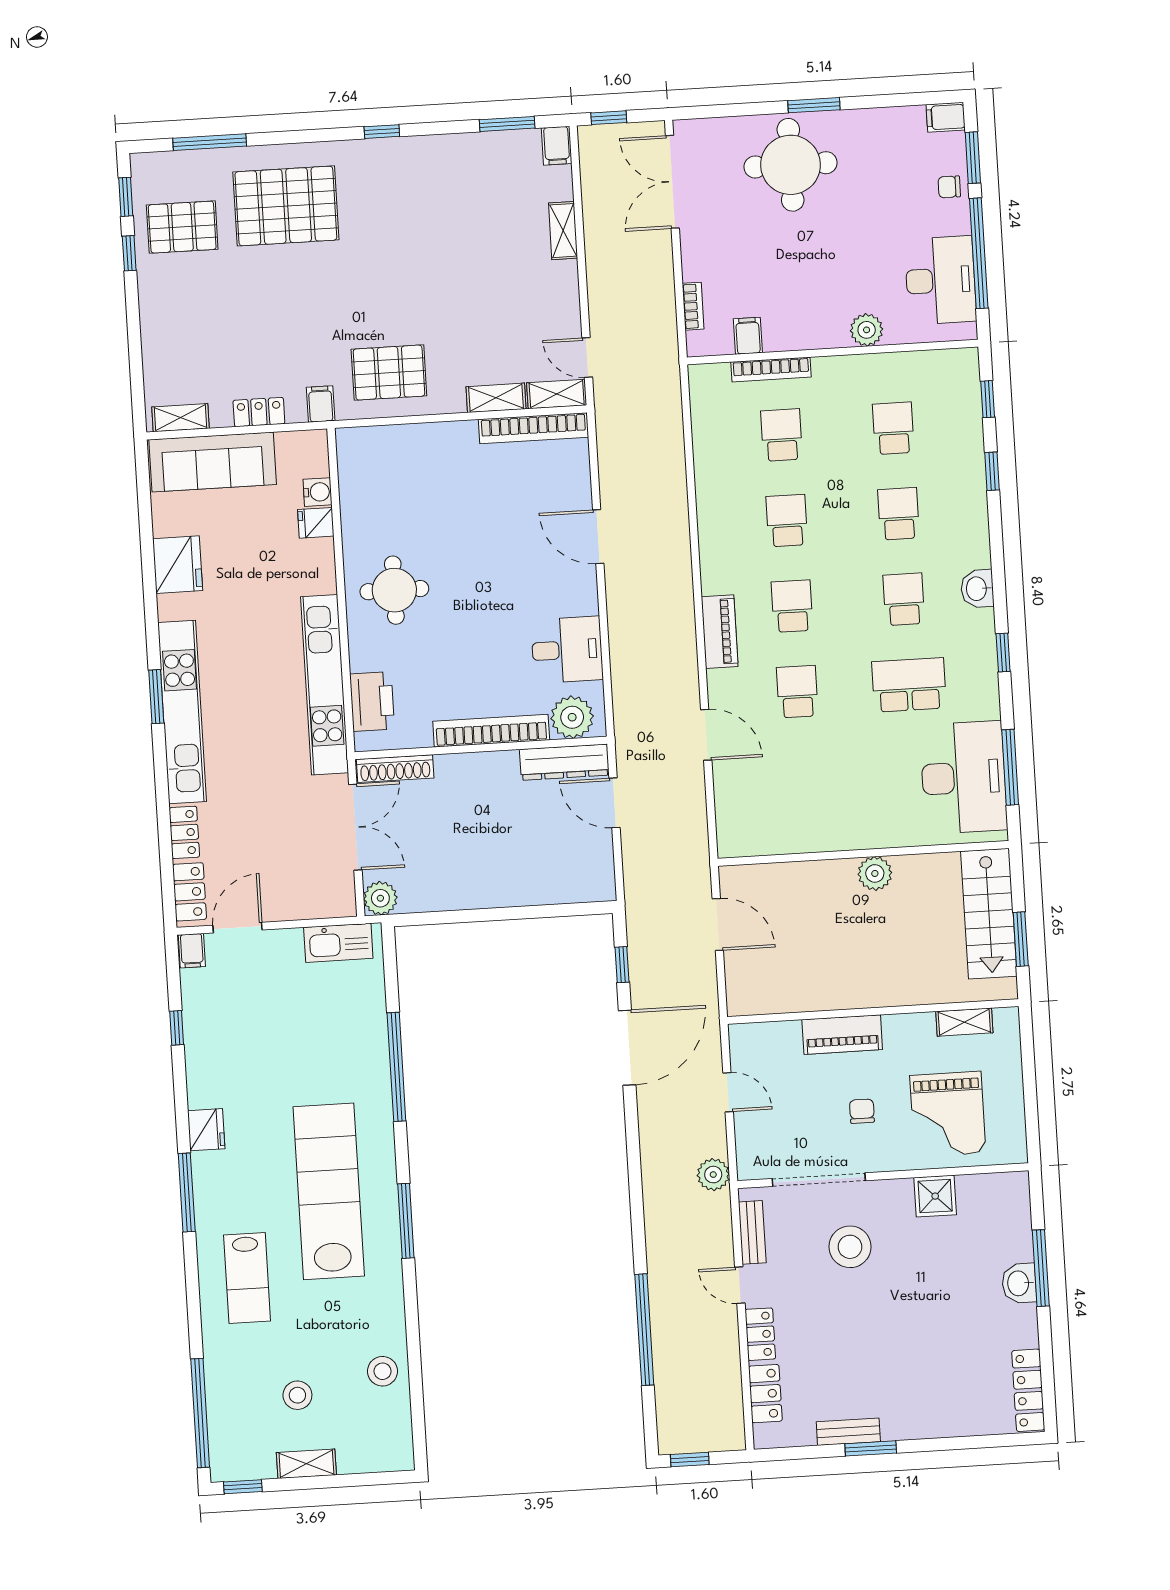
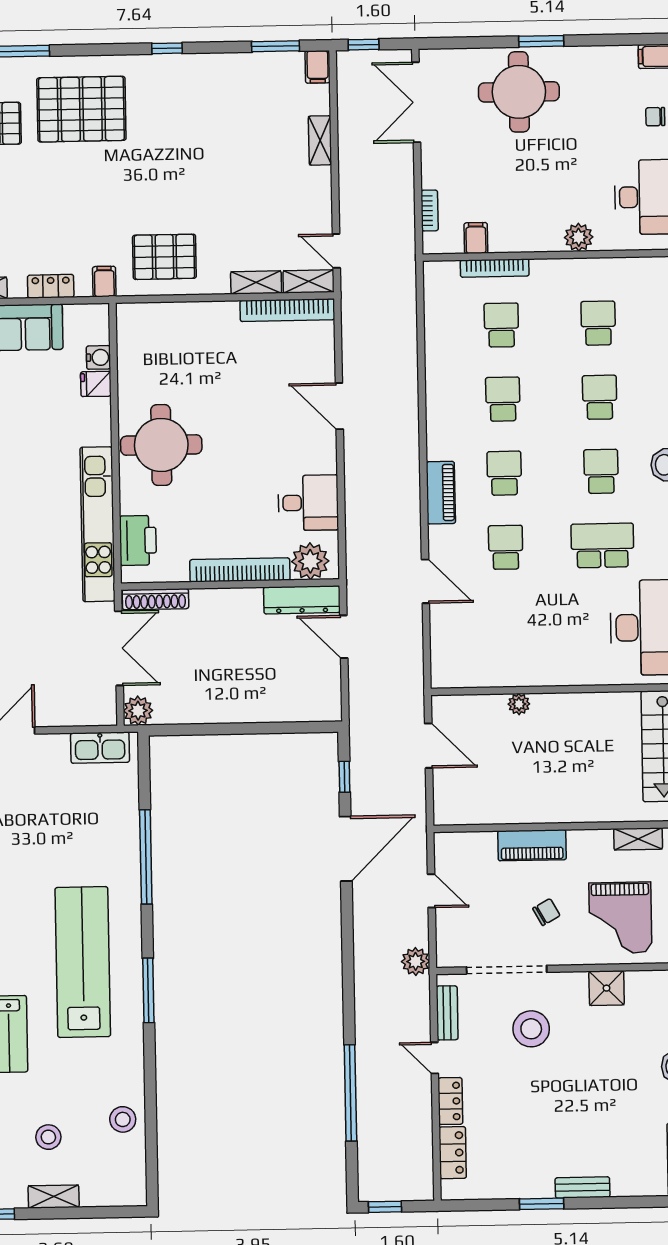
round table: (394, 590) -> (161, 445), width x1.36, depth x1.36
plant: (875, 873) -> (519, 704), moved, width x0.73, depth x0.73
chair: (862, 1111) -> (546, 912), turned 61
bench: (848, 1432) -> (582, 1187), moved

